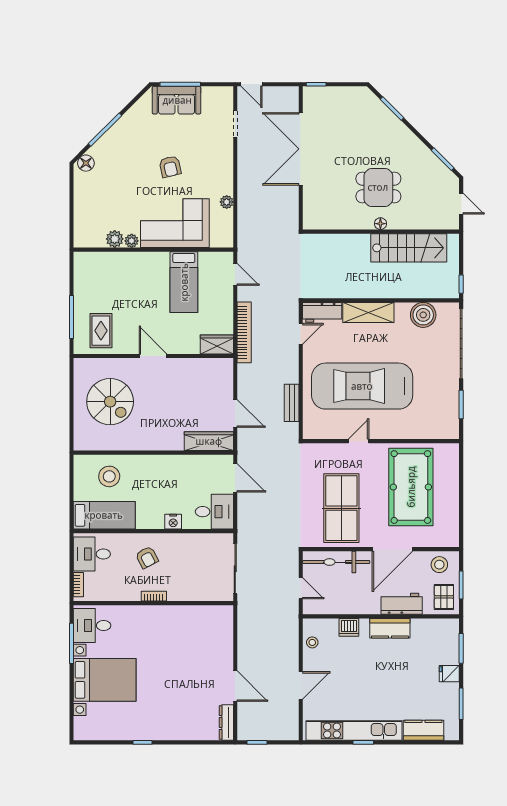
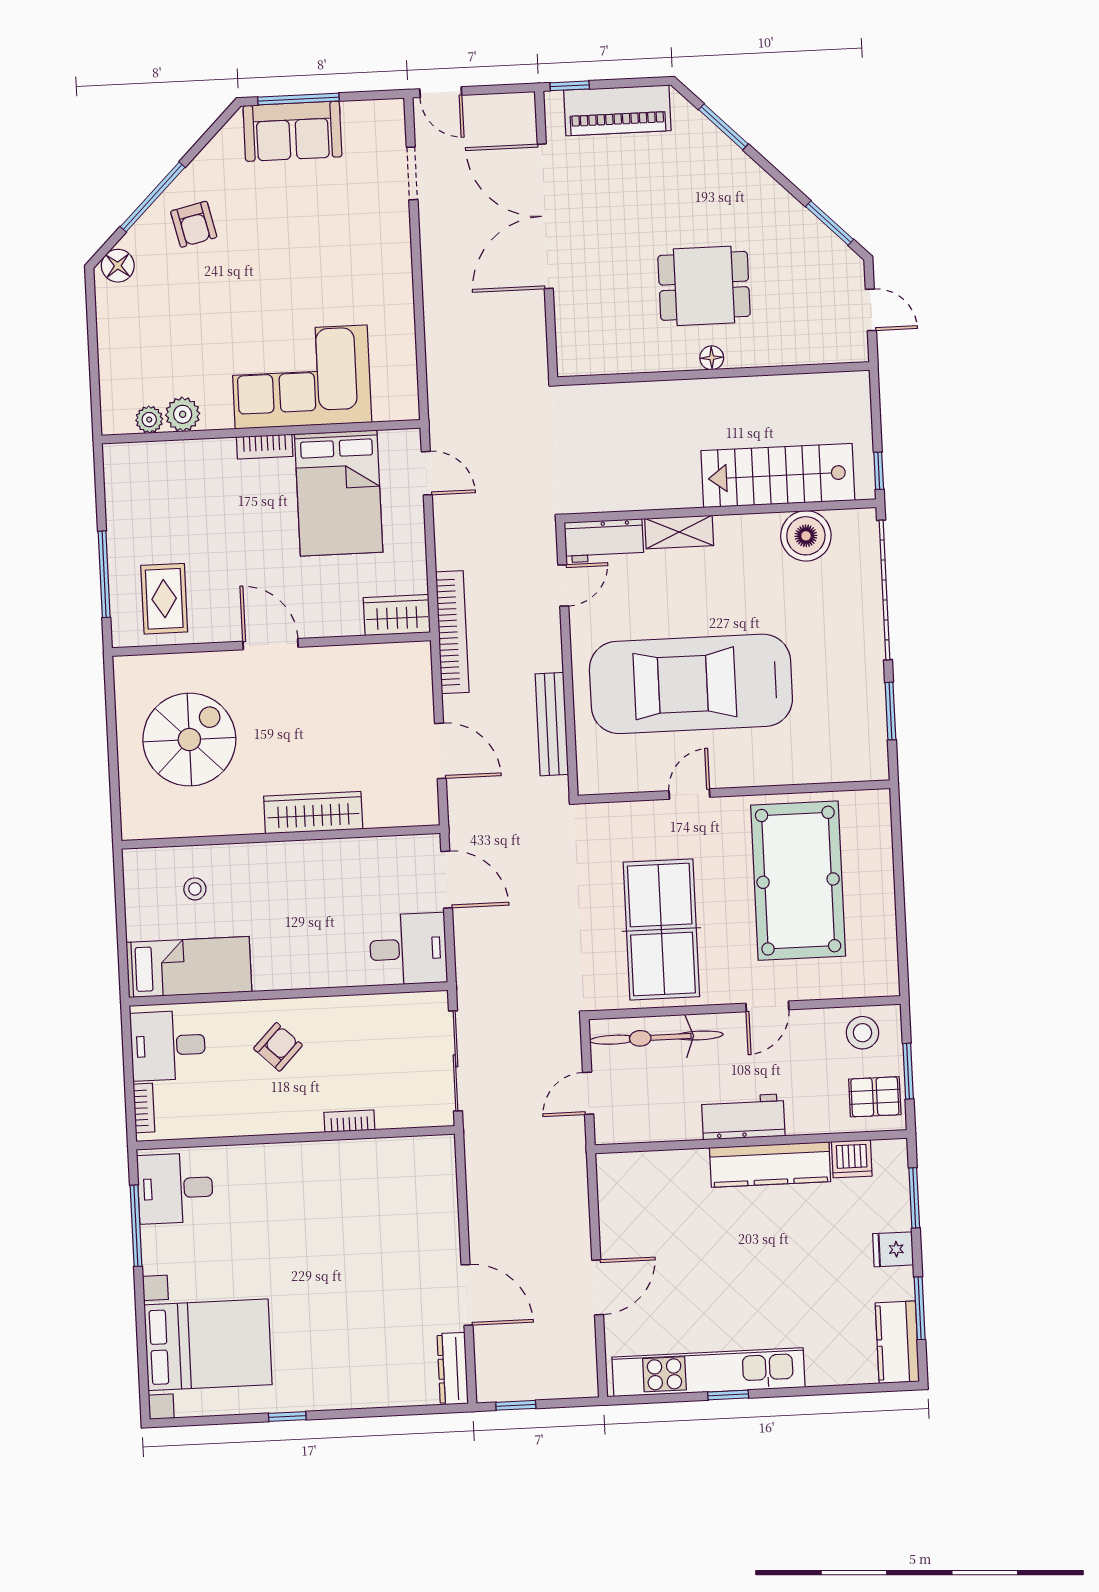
piano: (339, 98) -> (617, 110), added
armchair: (170, 167) -> (194, 224), moved
plant: (227, 202) -> (402, 330), removed
plant: (132, 241) -> (149, 420), moved
stairs: (409, 248) -> (778, 476), moved, turned 180
bookcase: (155, 257) -> (265, 447), added
bed: (184, 282) -> (339, 493), width x1.50
shelving: (368, 312) -> (679, 532), width x0.67, depth x0.75
bookcase: (244, 332) -> (452, 632), moved
spiral stairs: (110, 402) -> (189, 740), turned -90
bench: (292, 403) -> (552, 724), width x1.36
wardrobe: (209, 441) -> (313, 813), moved
stool: (109, 476) -> (195, 889), width x0.53, depth x0.53
nightstand: (173, 522) -> (327, 973), removed
door: (392, 549) -> (767, 1006), width x0.53
armchair: (147, 557) -> (278, 1047), turned -108
door: (301, 588) -> (588, 1093), swing flipped
bookcase: (154, 596) -> (349, 1121), moved
pallet: (444, 597) -> (875, 1097), turned 90
workbench: (402, 604) -> (743, 1117), moved
dishwasher: (349, 627) -> (852, 1159), moved
kitchen counter: (390, 628) -> (770, 1165), width x1.50
stool: (312, 642) -> (616, 1201), removed
bed with nightstands: (105, 680) -> (208, 1345), moved
kitchen counter: (423, 730) -> (897, 1342), moved, turned -90

